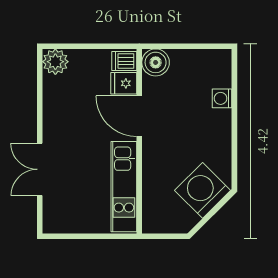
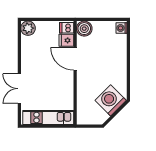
washing machine: (222, 98) -> (122, 28), moved
kitchen unit: (124, 187) -> (48, 118), moved, turned 90

